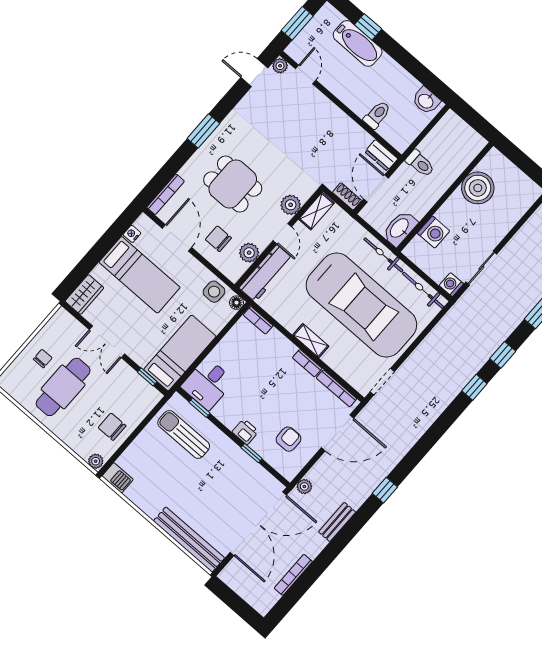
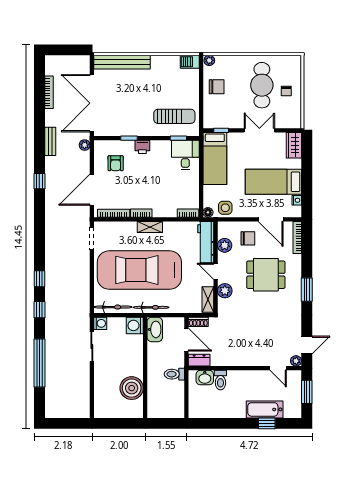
washbasin: (426, 101) -> (205, 378), moved, turned 180
washing machine: (433, 232) -> (135, 325), moved

